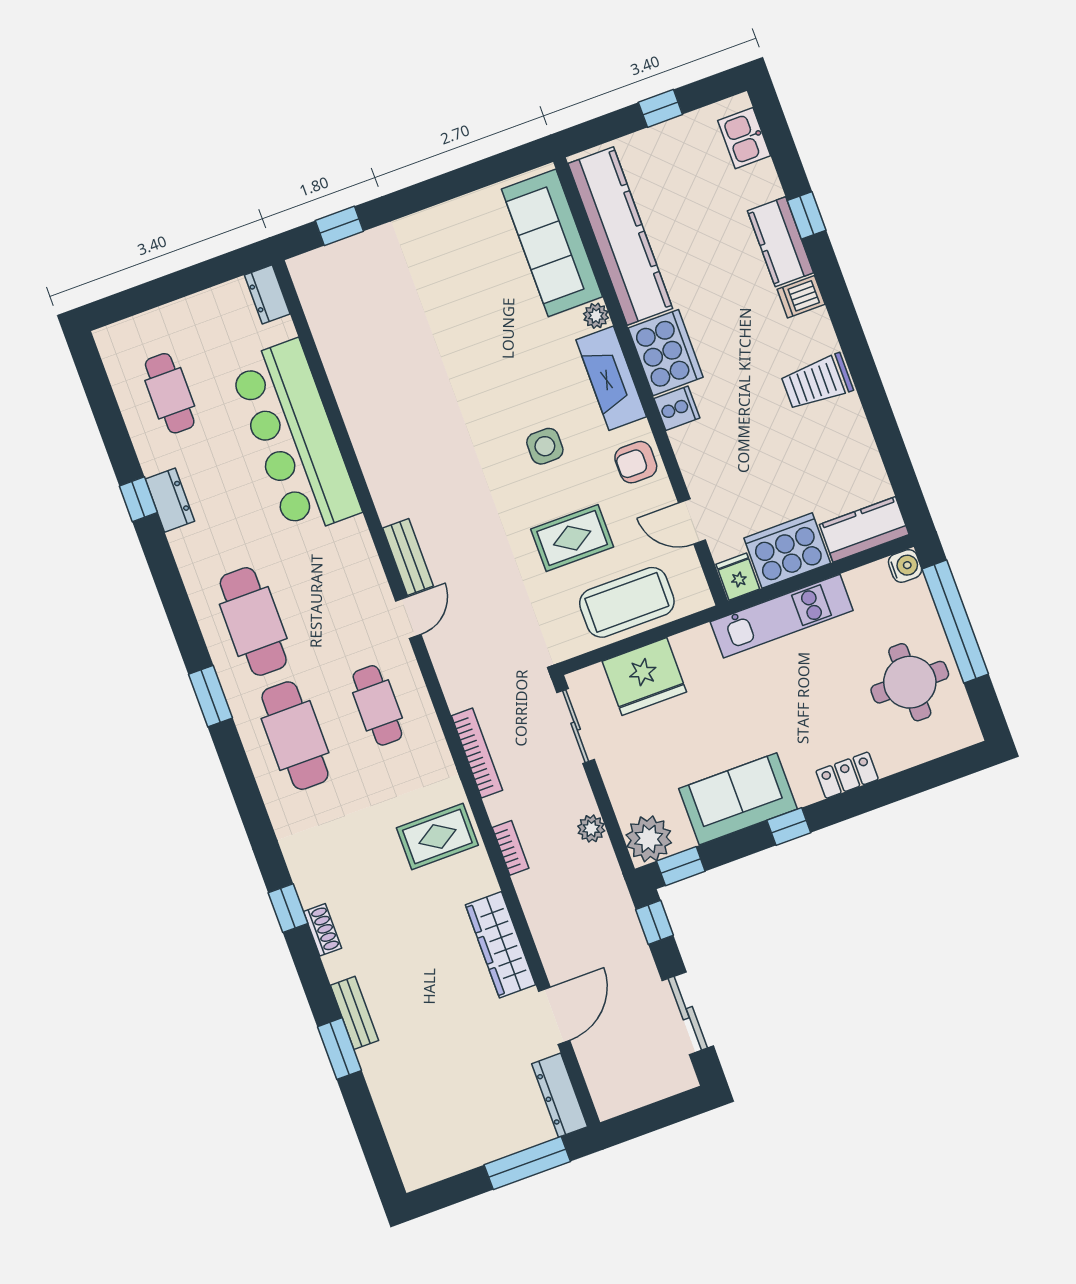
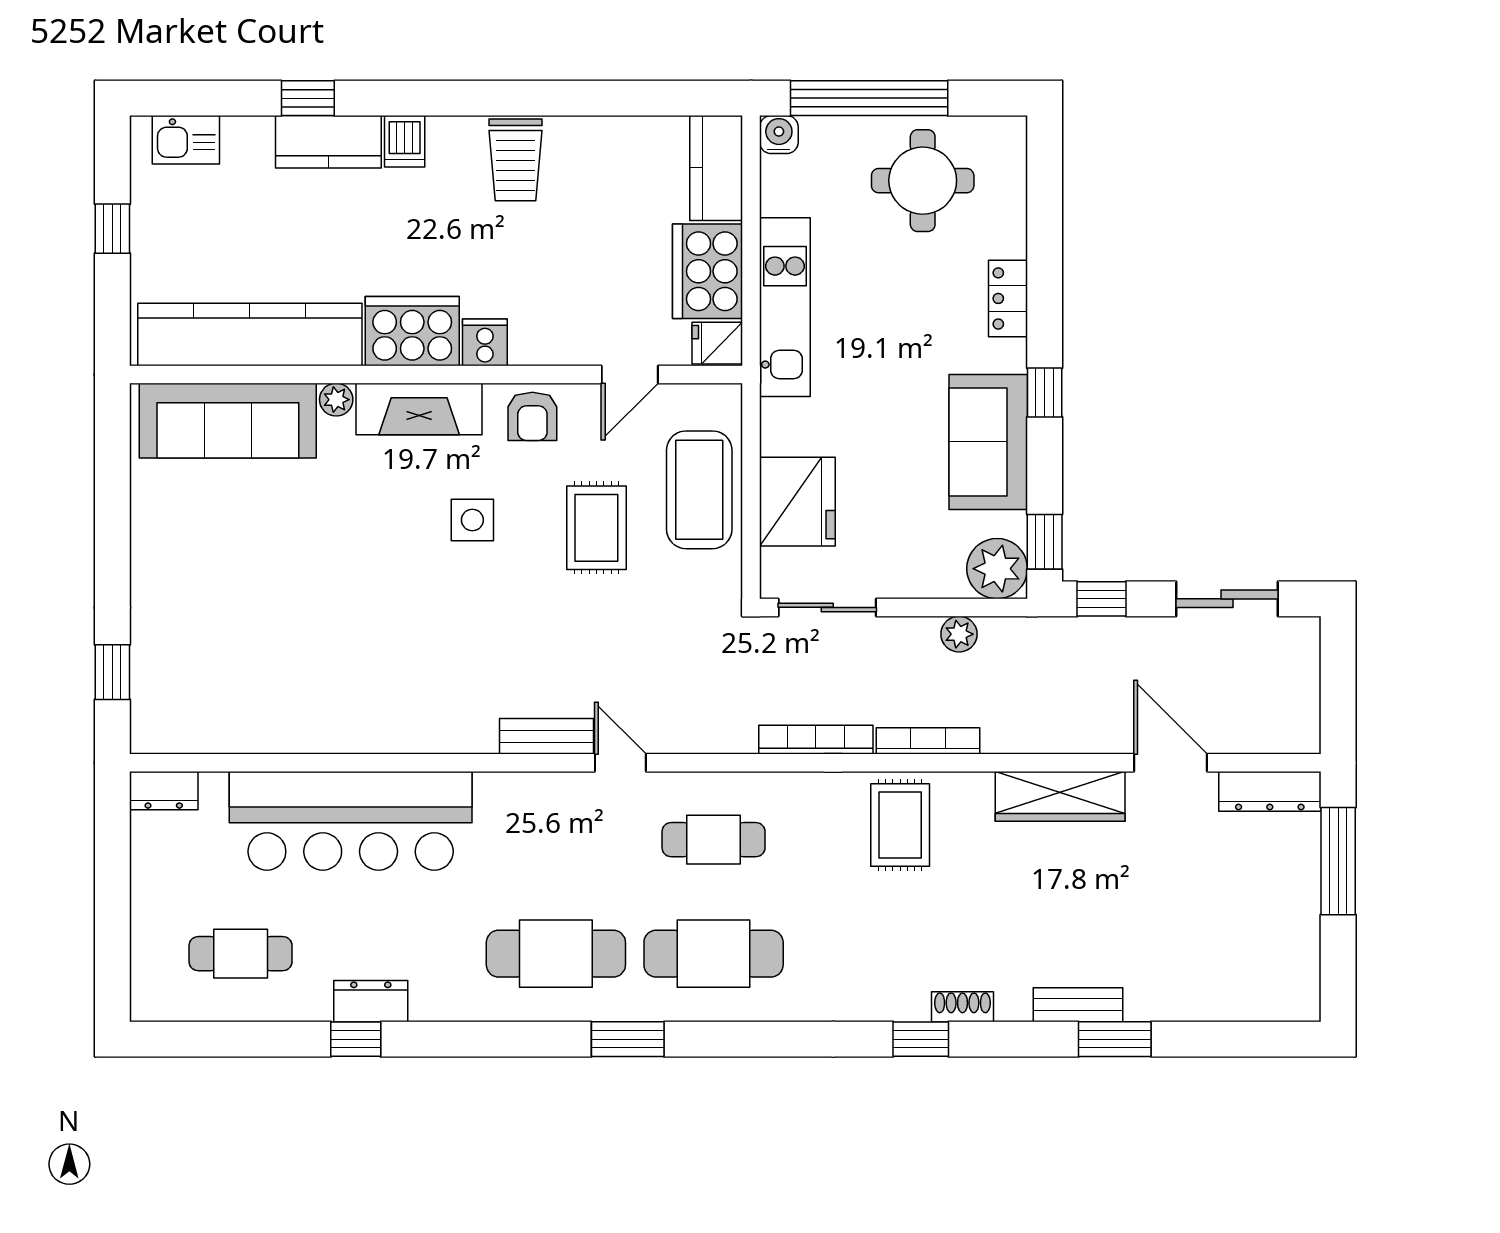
bookcase: (511, 848) -> (928, 741), width x1.56

